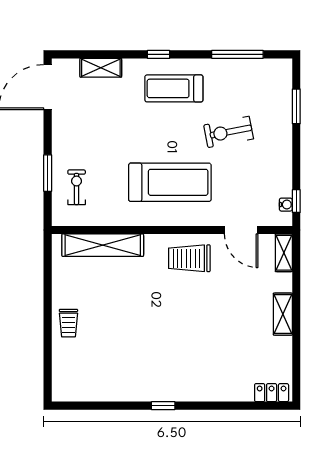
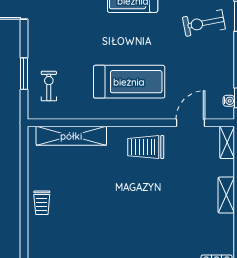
exercise bike: (229, 132) -> (204, 23), moved
door: (241, 230) -> (190, 123), swing flipped

